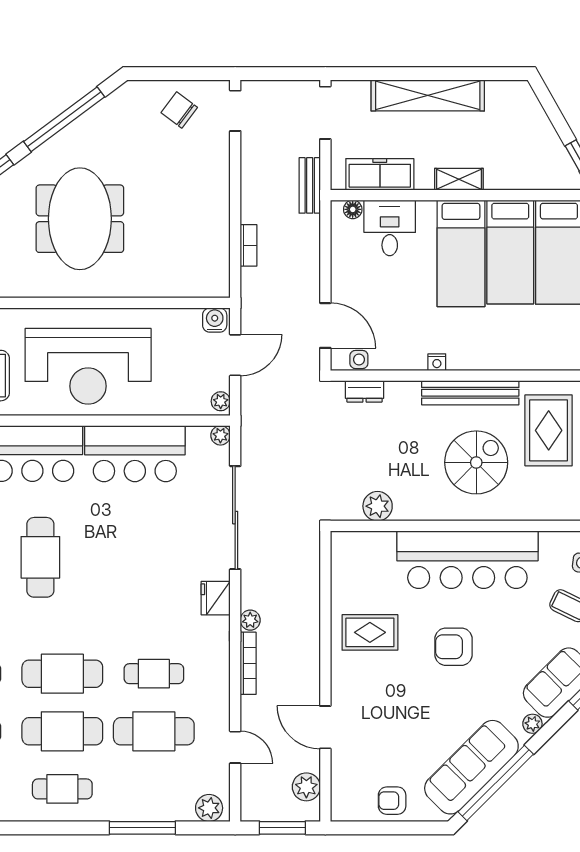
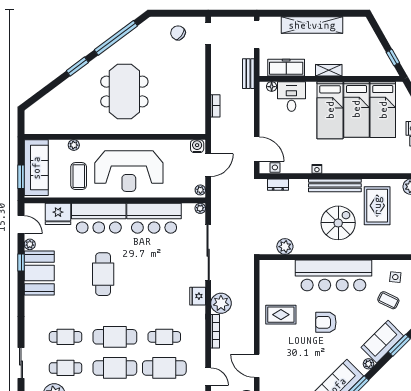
plant: (250, 620) -> (221, 303), width x1.87, depth x1.87

